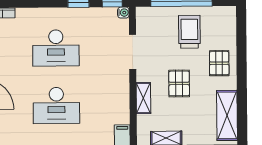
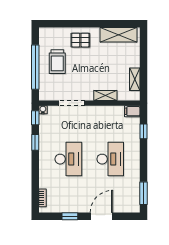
trolley: (189, 32) -> (57, 62), turned -90
pallet: (179, 83) -> (95, 69), removed

